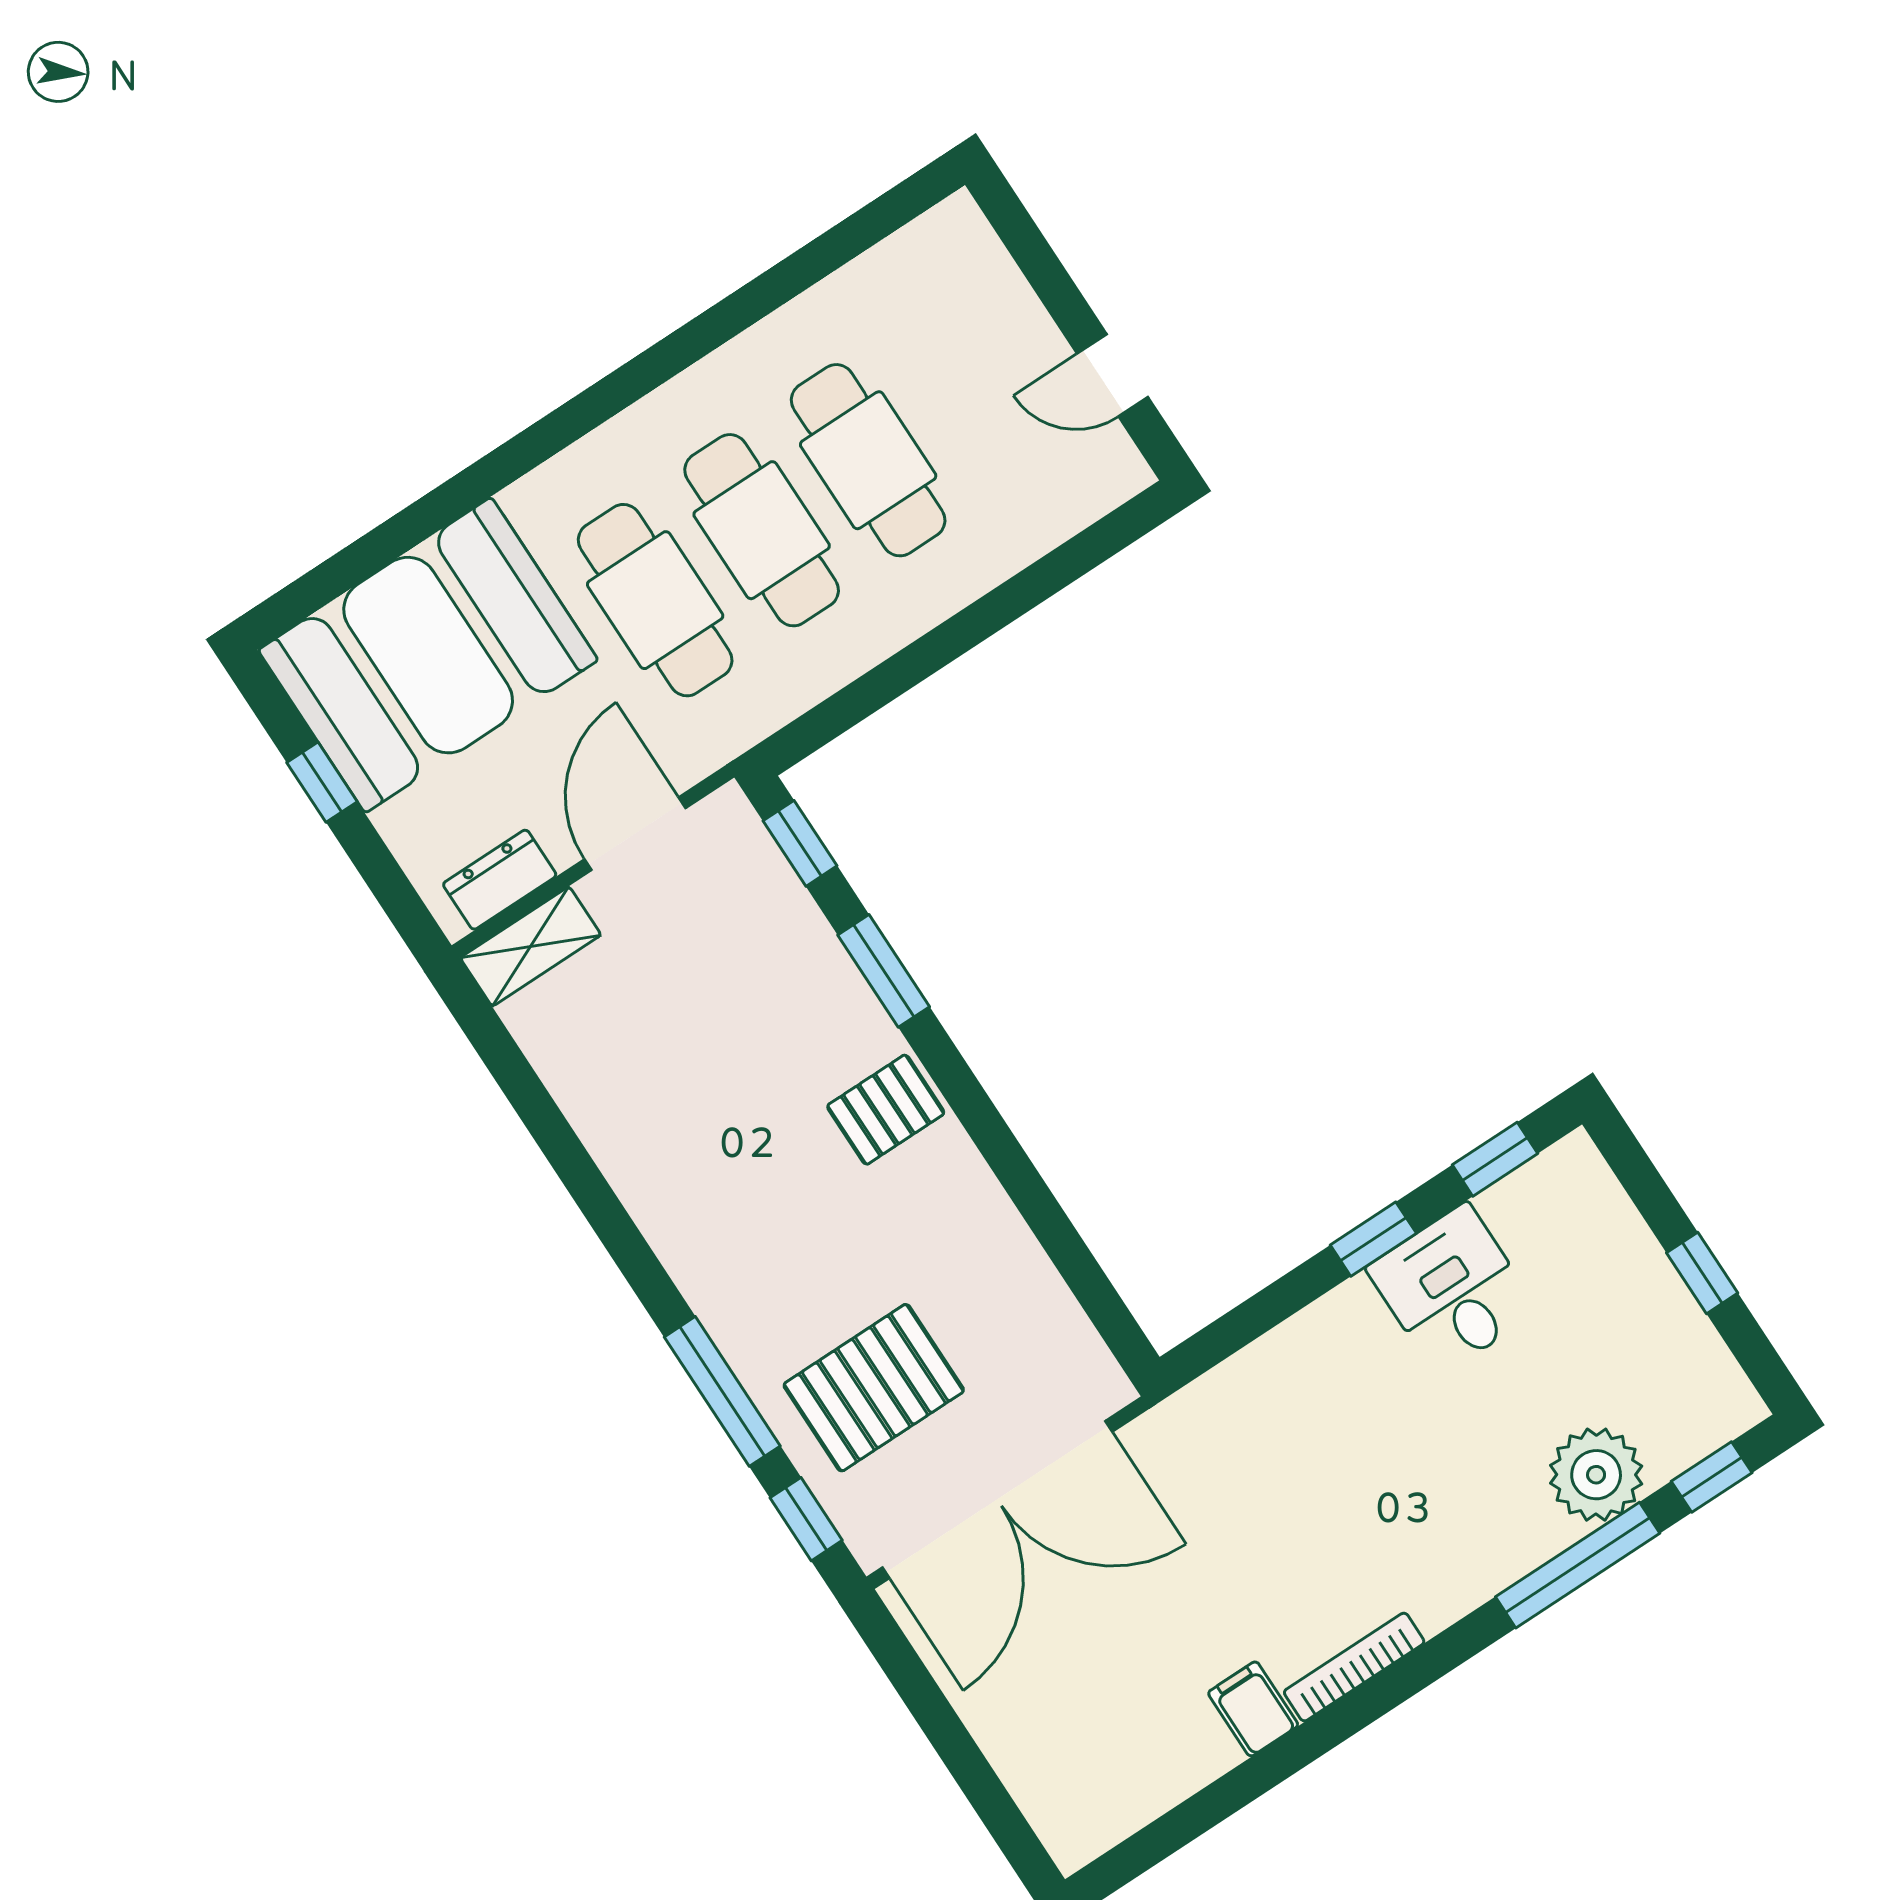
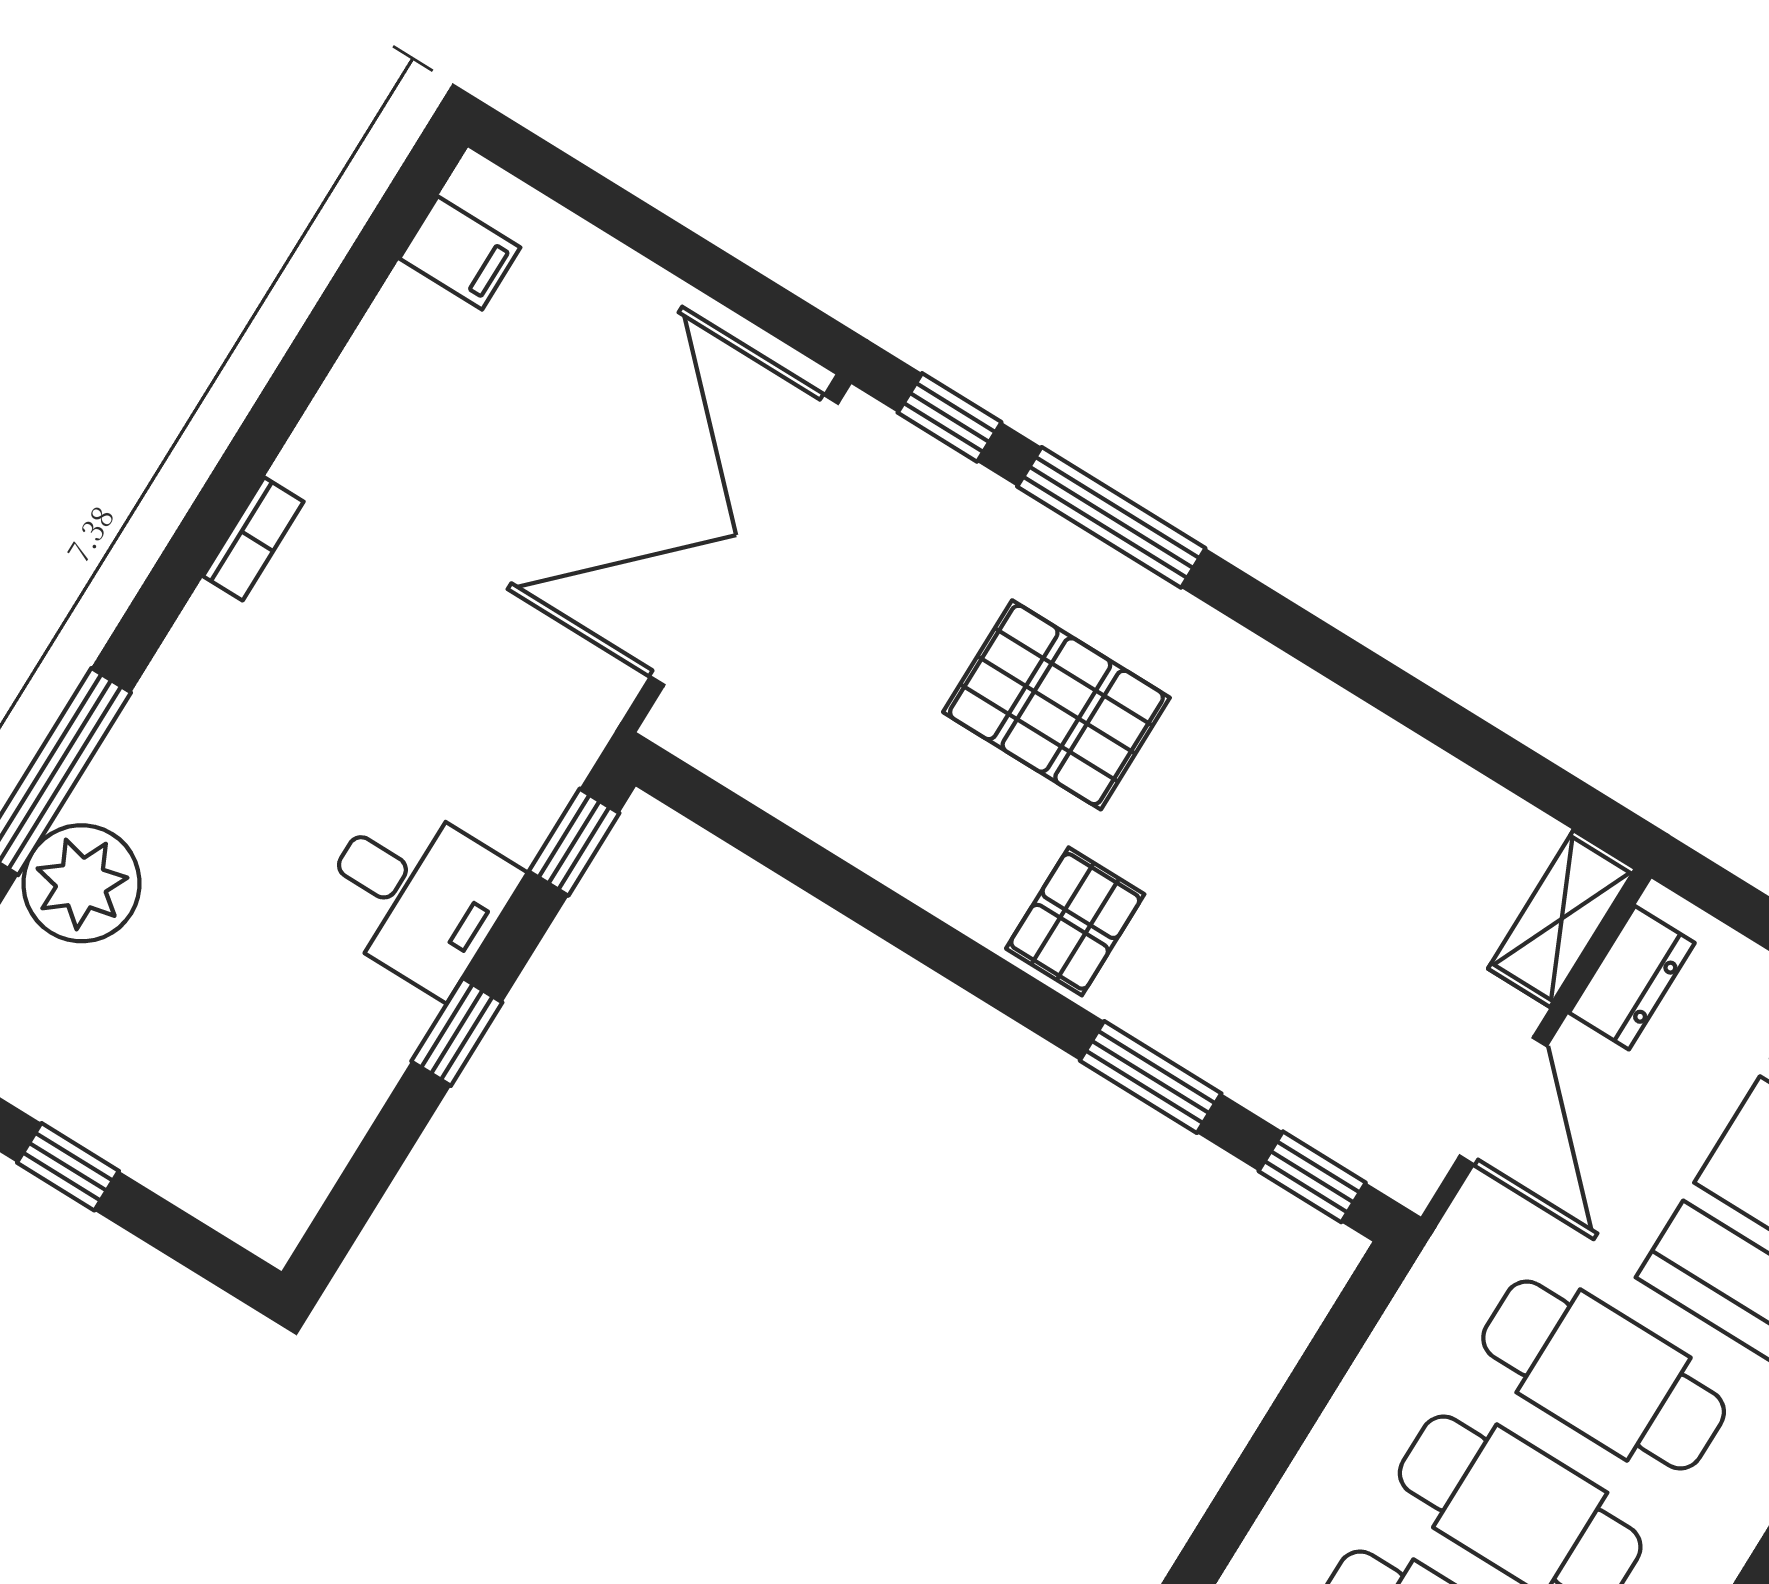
window: (1495, 1159) -> (574, 842), moved
desk: (1452, 1290) -> (416, 894), moved
pallet: (874, 1388) -> (1056, 705), moved, turned 90
bookcase: (1354, 1667) -> (253, 539), width x0.64
filing cabinet: (1253, 1709) -> (460, 253), moved

